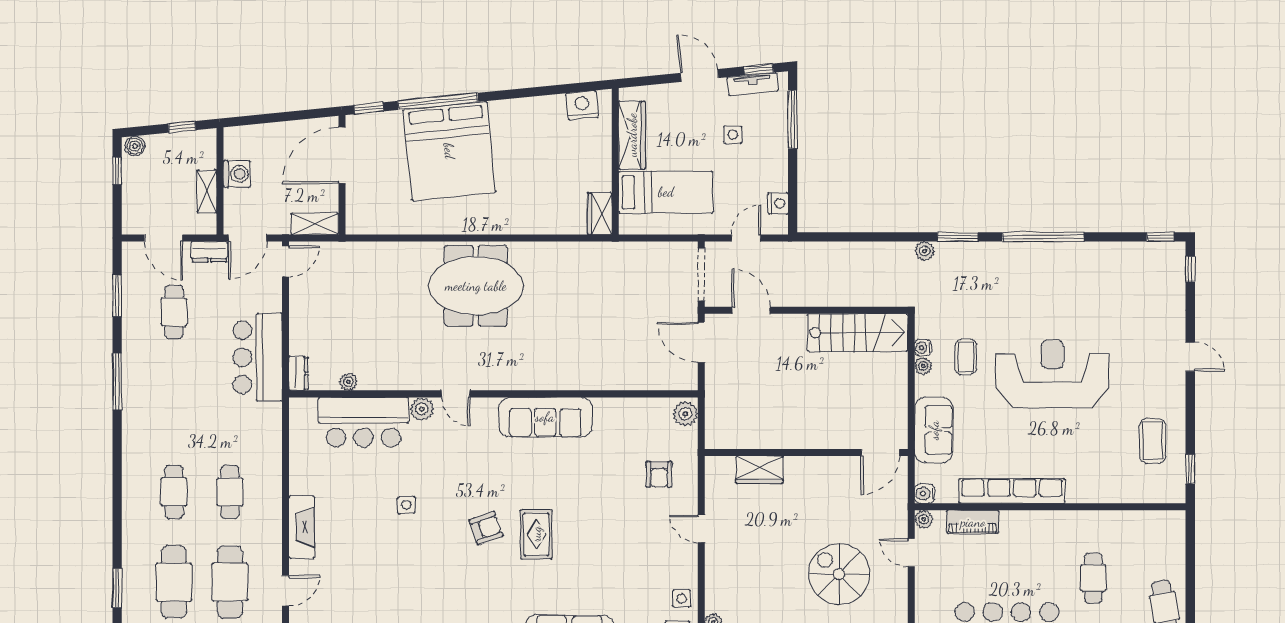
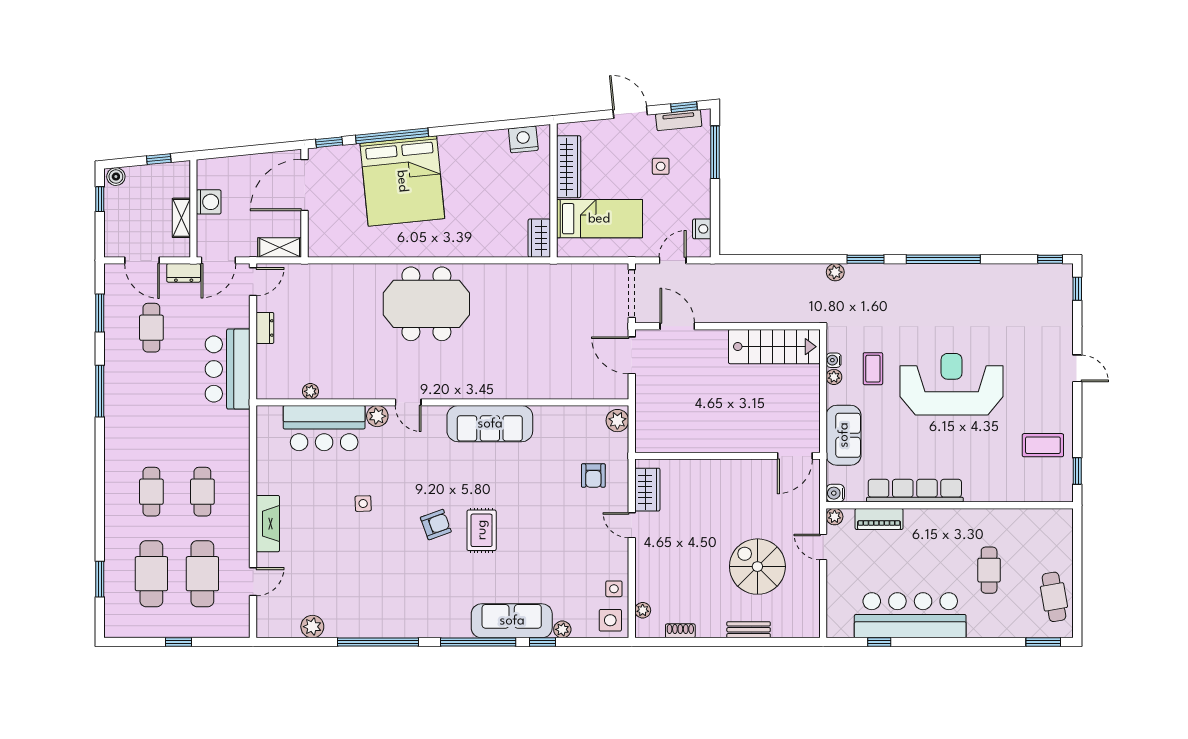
dresser: (299, 373) -> (265, 328), moved
coffee table: (1153, 441) -> (1043, 445), turned 90
wardrobe: (759, 470) -> (647, 490), moved, turned -90

